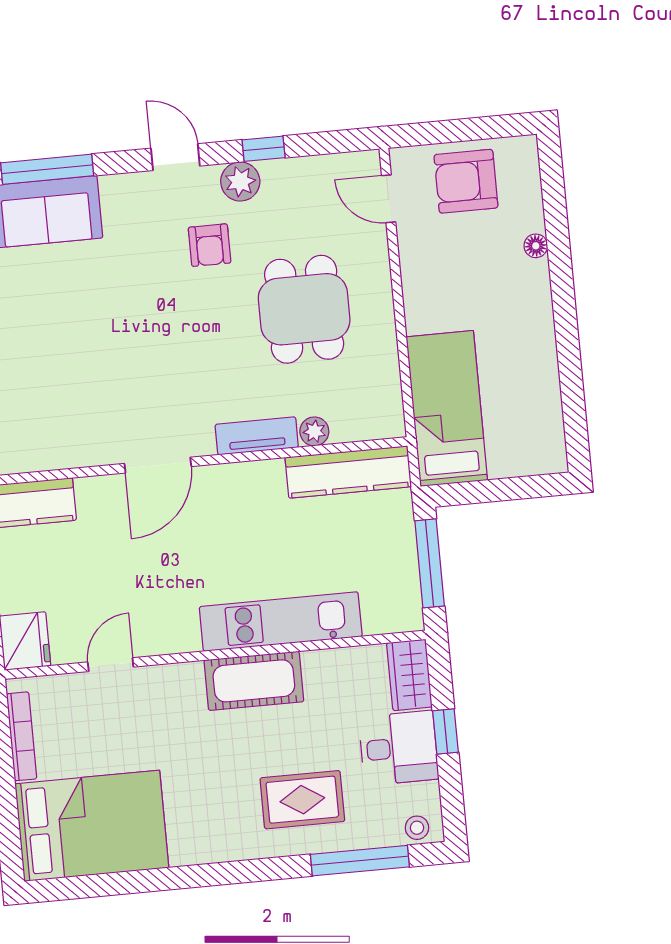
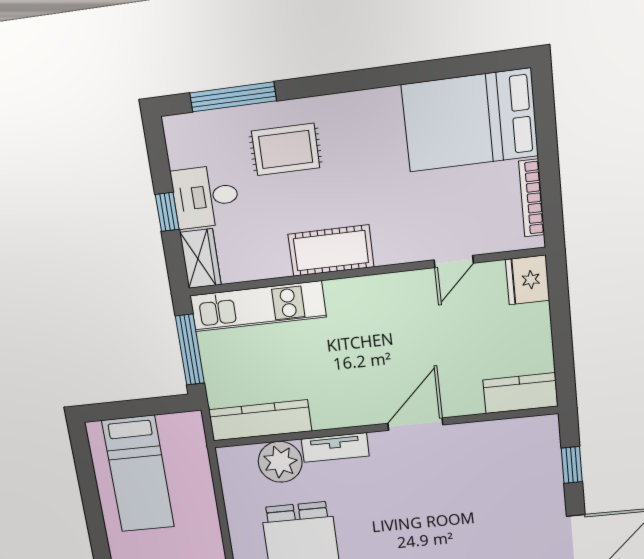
bed: (447, 408) -> (138, 474), moved
plant: (314, 431) -> (280, 462), width x1.88, depth x1.88
kitchen unit: (281, 622) -> (258, 306), moved
stool: (417, 828) -> (186, 128), removed

